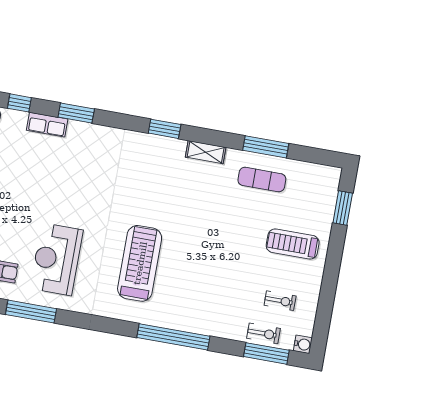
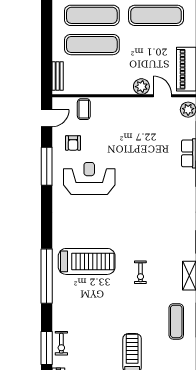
treadmill: (140, 263) -> (87, 261), moved
exercise bike: (280, 301) -> (140, 272), moved

